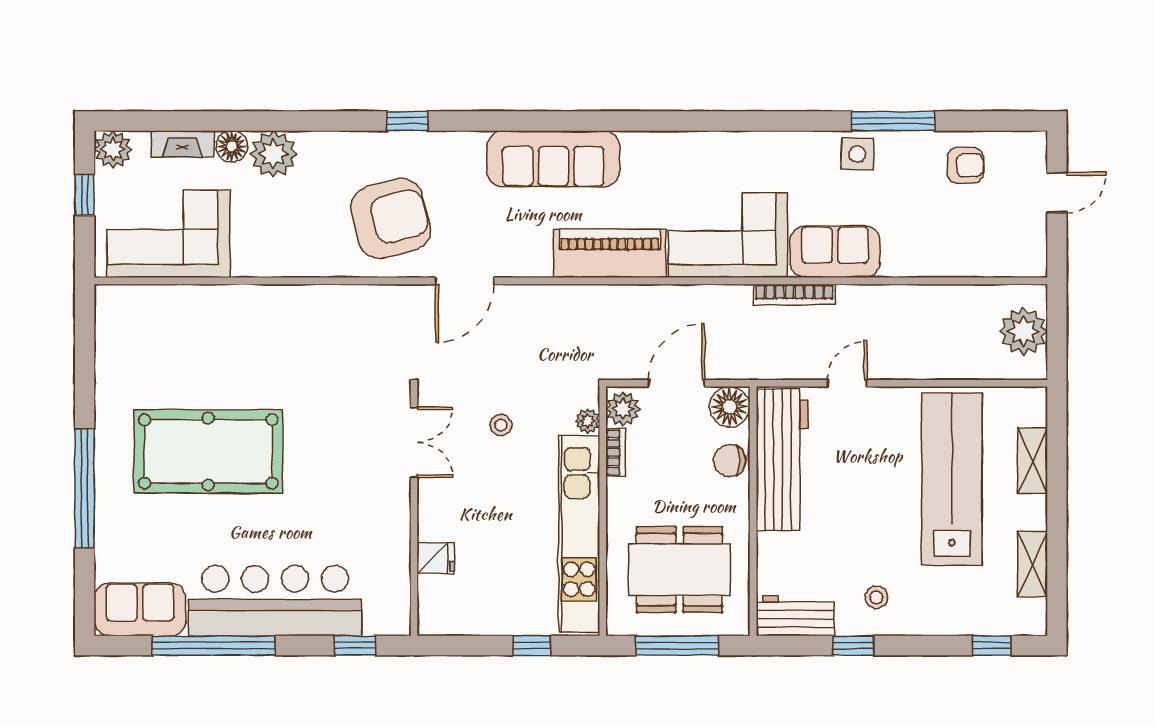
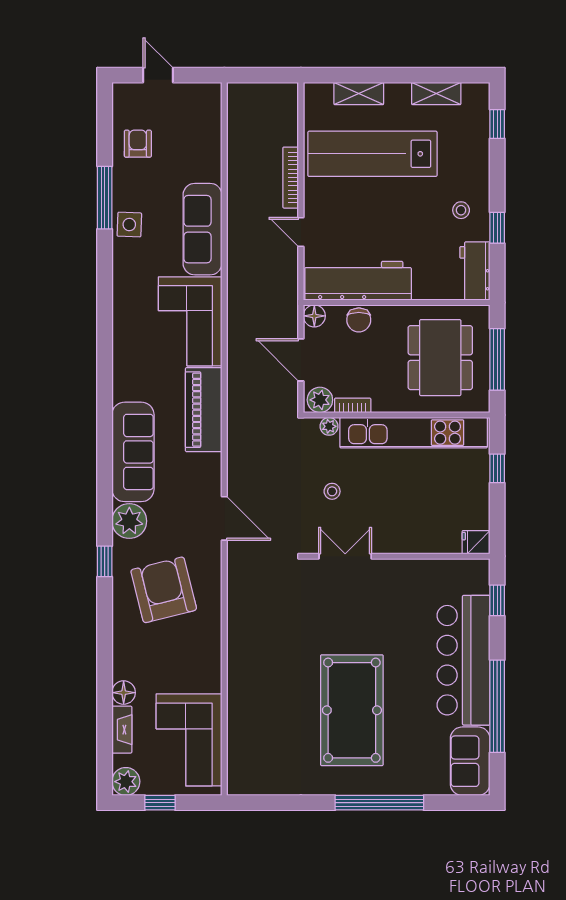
plant: (273, 154) -> (129, 521), moved
armchair: (391, 219) -> (164, 590), moved
sofa: (835, 252) -> (202, 229), width x1.36
bookcase: (794, 295) -> (291, 178), moved, turned 180
plant: (1023, 331) -> (262, 100), removed
floor lamp: (730, 407) -> (314, 316), width x0.73, depth x0.73
fridge: (436, 558) -> (476, 542), moved, turned -90

